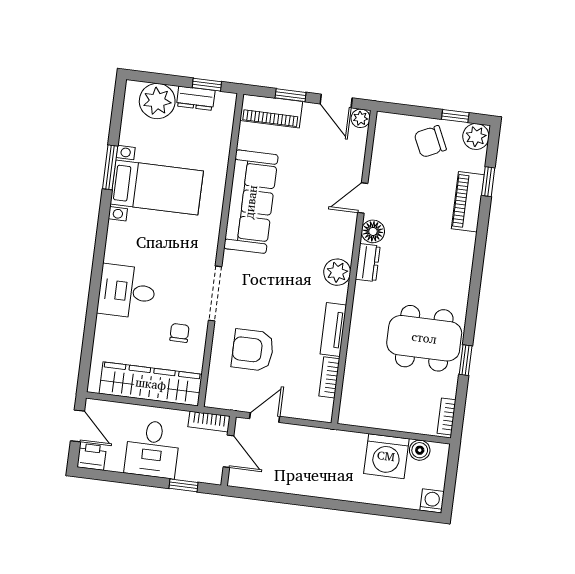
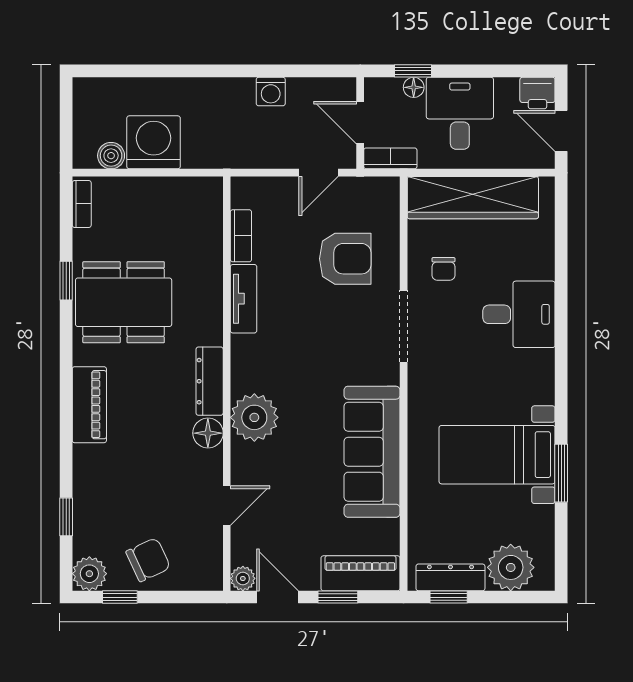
dresser: (196, 98) -> (450, 577), width x1.44
door: (363, 198) -> (227, 506), moved
piano: (468, 202) -> (89, 405), moved
dresser: (368, 263) -> (210, 381), width x1.44
plant: (337, 272) -> (254, 417), moved, width x1.36, depth x1.36
floor lamp: (185, 473) -> (414, 87), added
washing machine: (432, 501) -> (271, 92), moved

